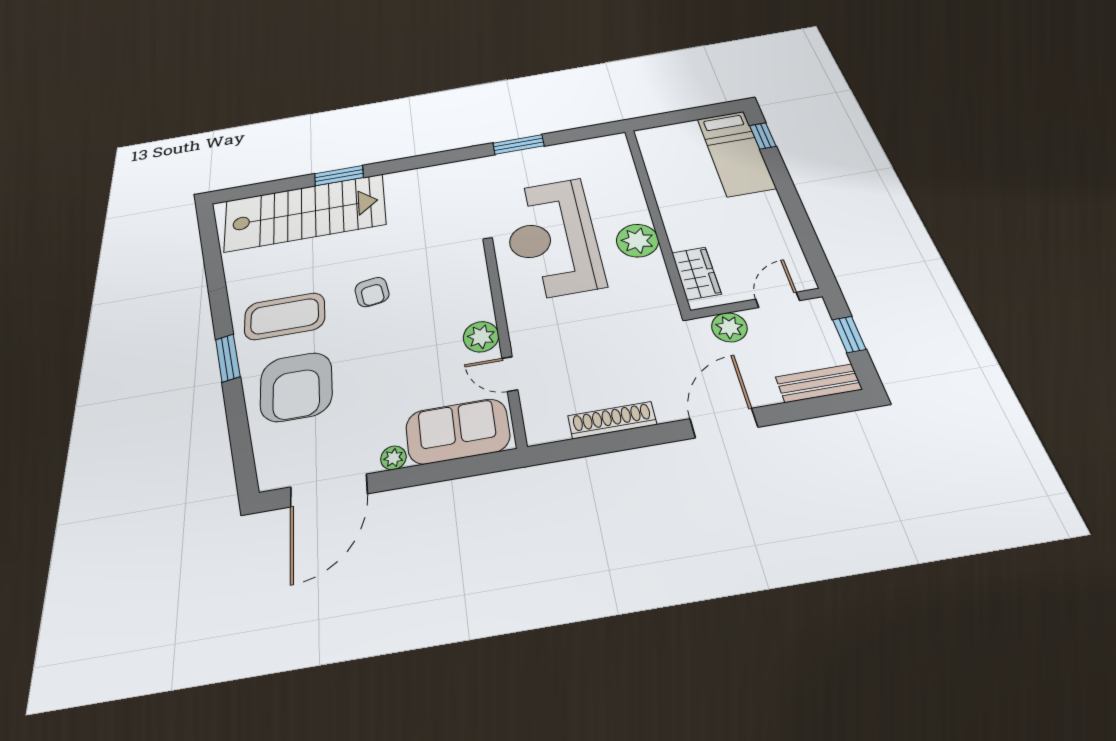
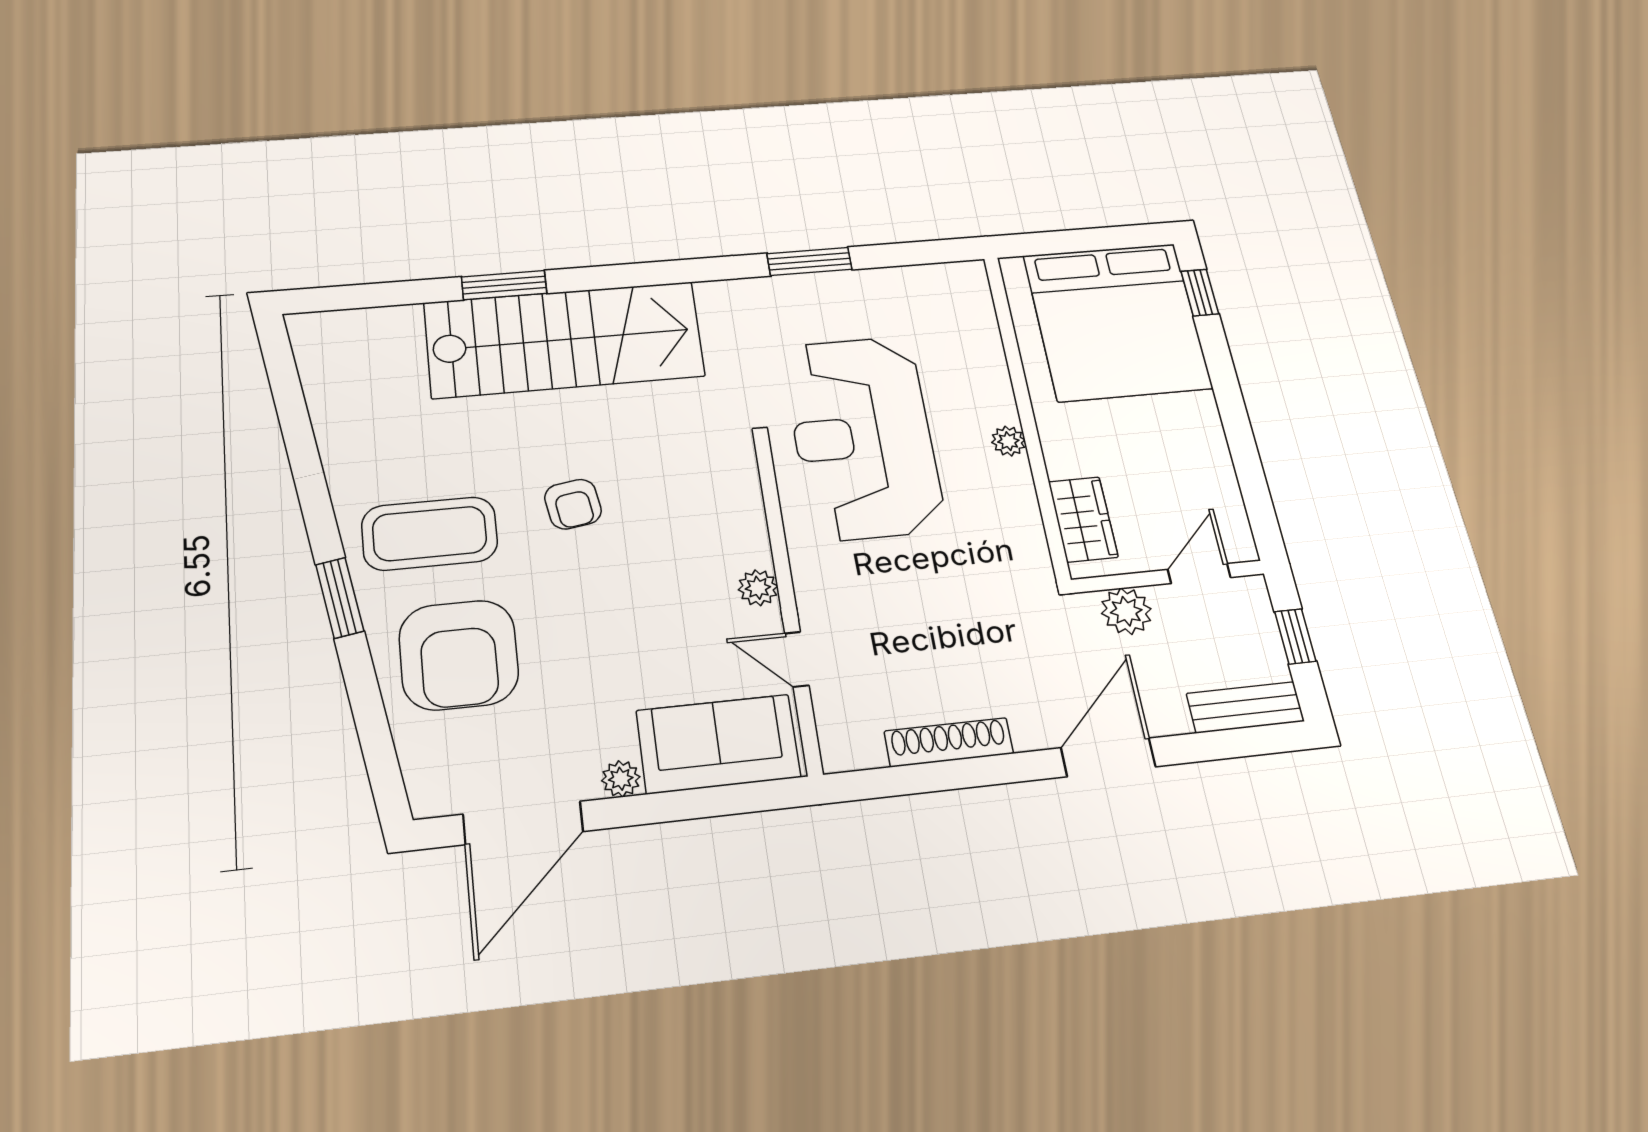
bed: (736, 153) -> (1117, 321), width x2.04
stairs: (305, 213) -> (564, 339), moved
plant: (637, 241) -> (1008, 441), width x0.53, depth x0.53
plant: (481, 337) -> (758, 588), width x0.73, depth x0.73

